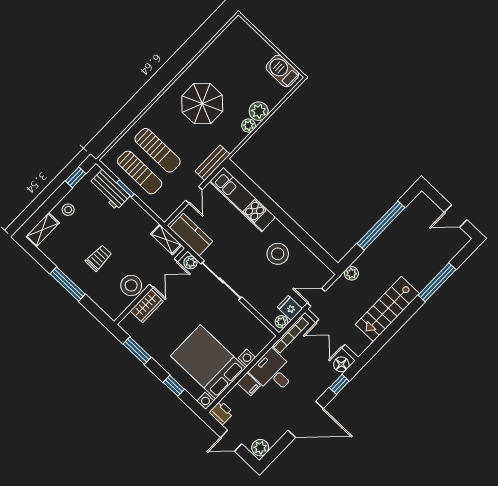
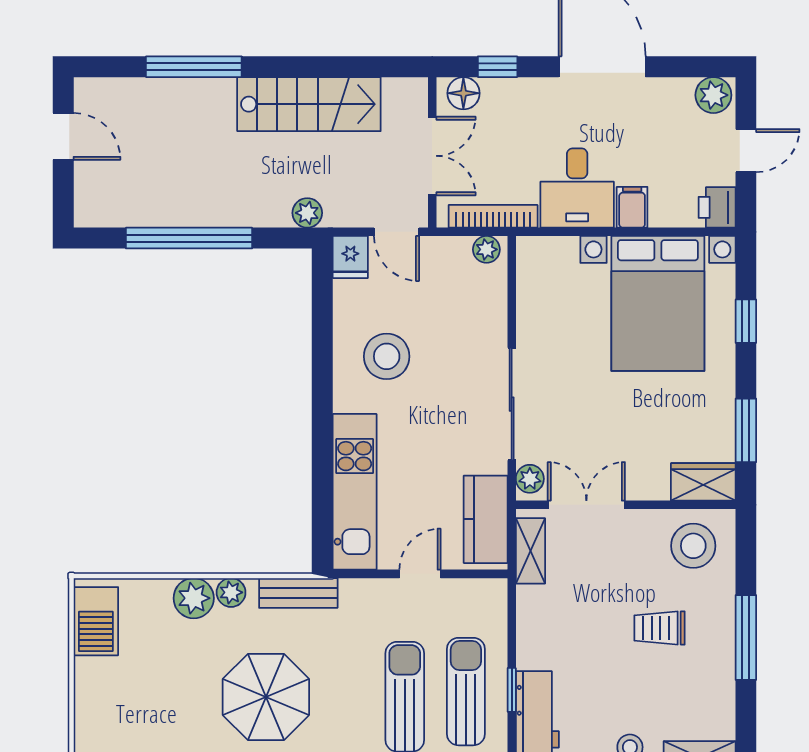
bench: (212, 163) -> (298, 593), moved
stool: (131, 285) -> (693, 546), moved
wardrobe: (147, 306) -> (703, 482), moved
fridge: (290, 308) -> (350, 257), moved
door: (231, 441) -> (746, 151), hinge flipped

